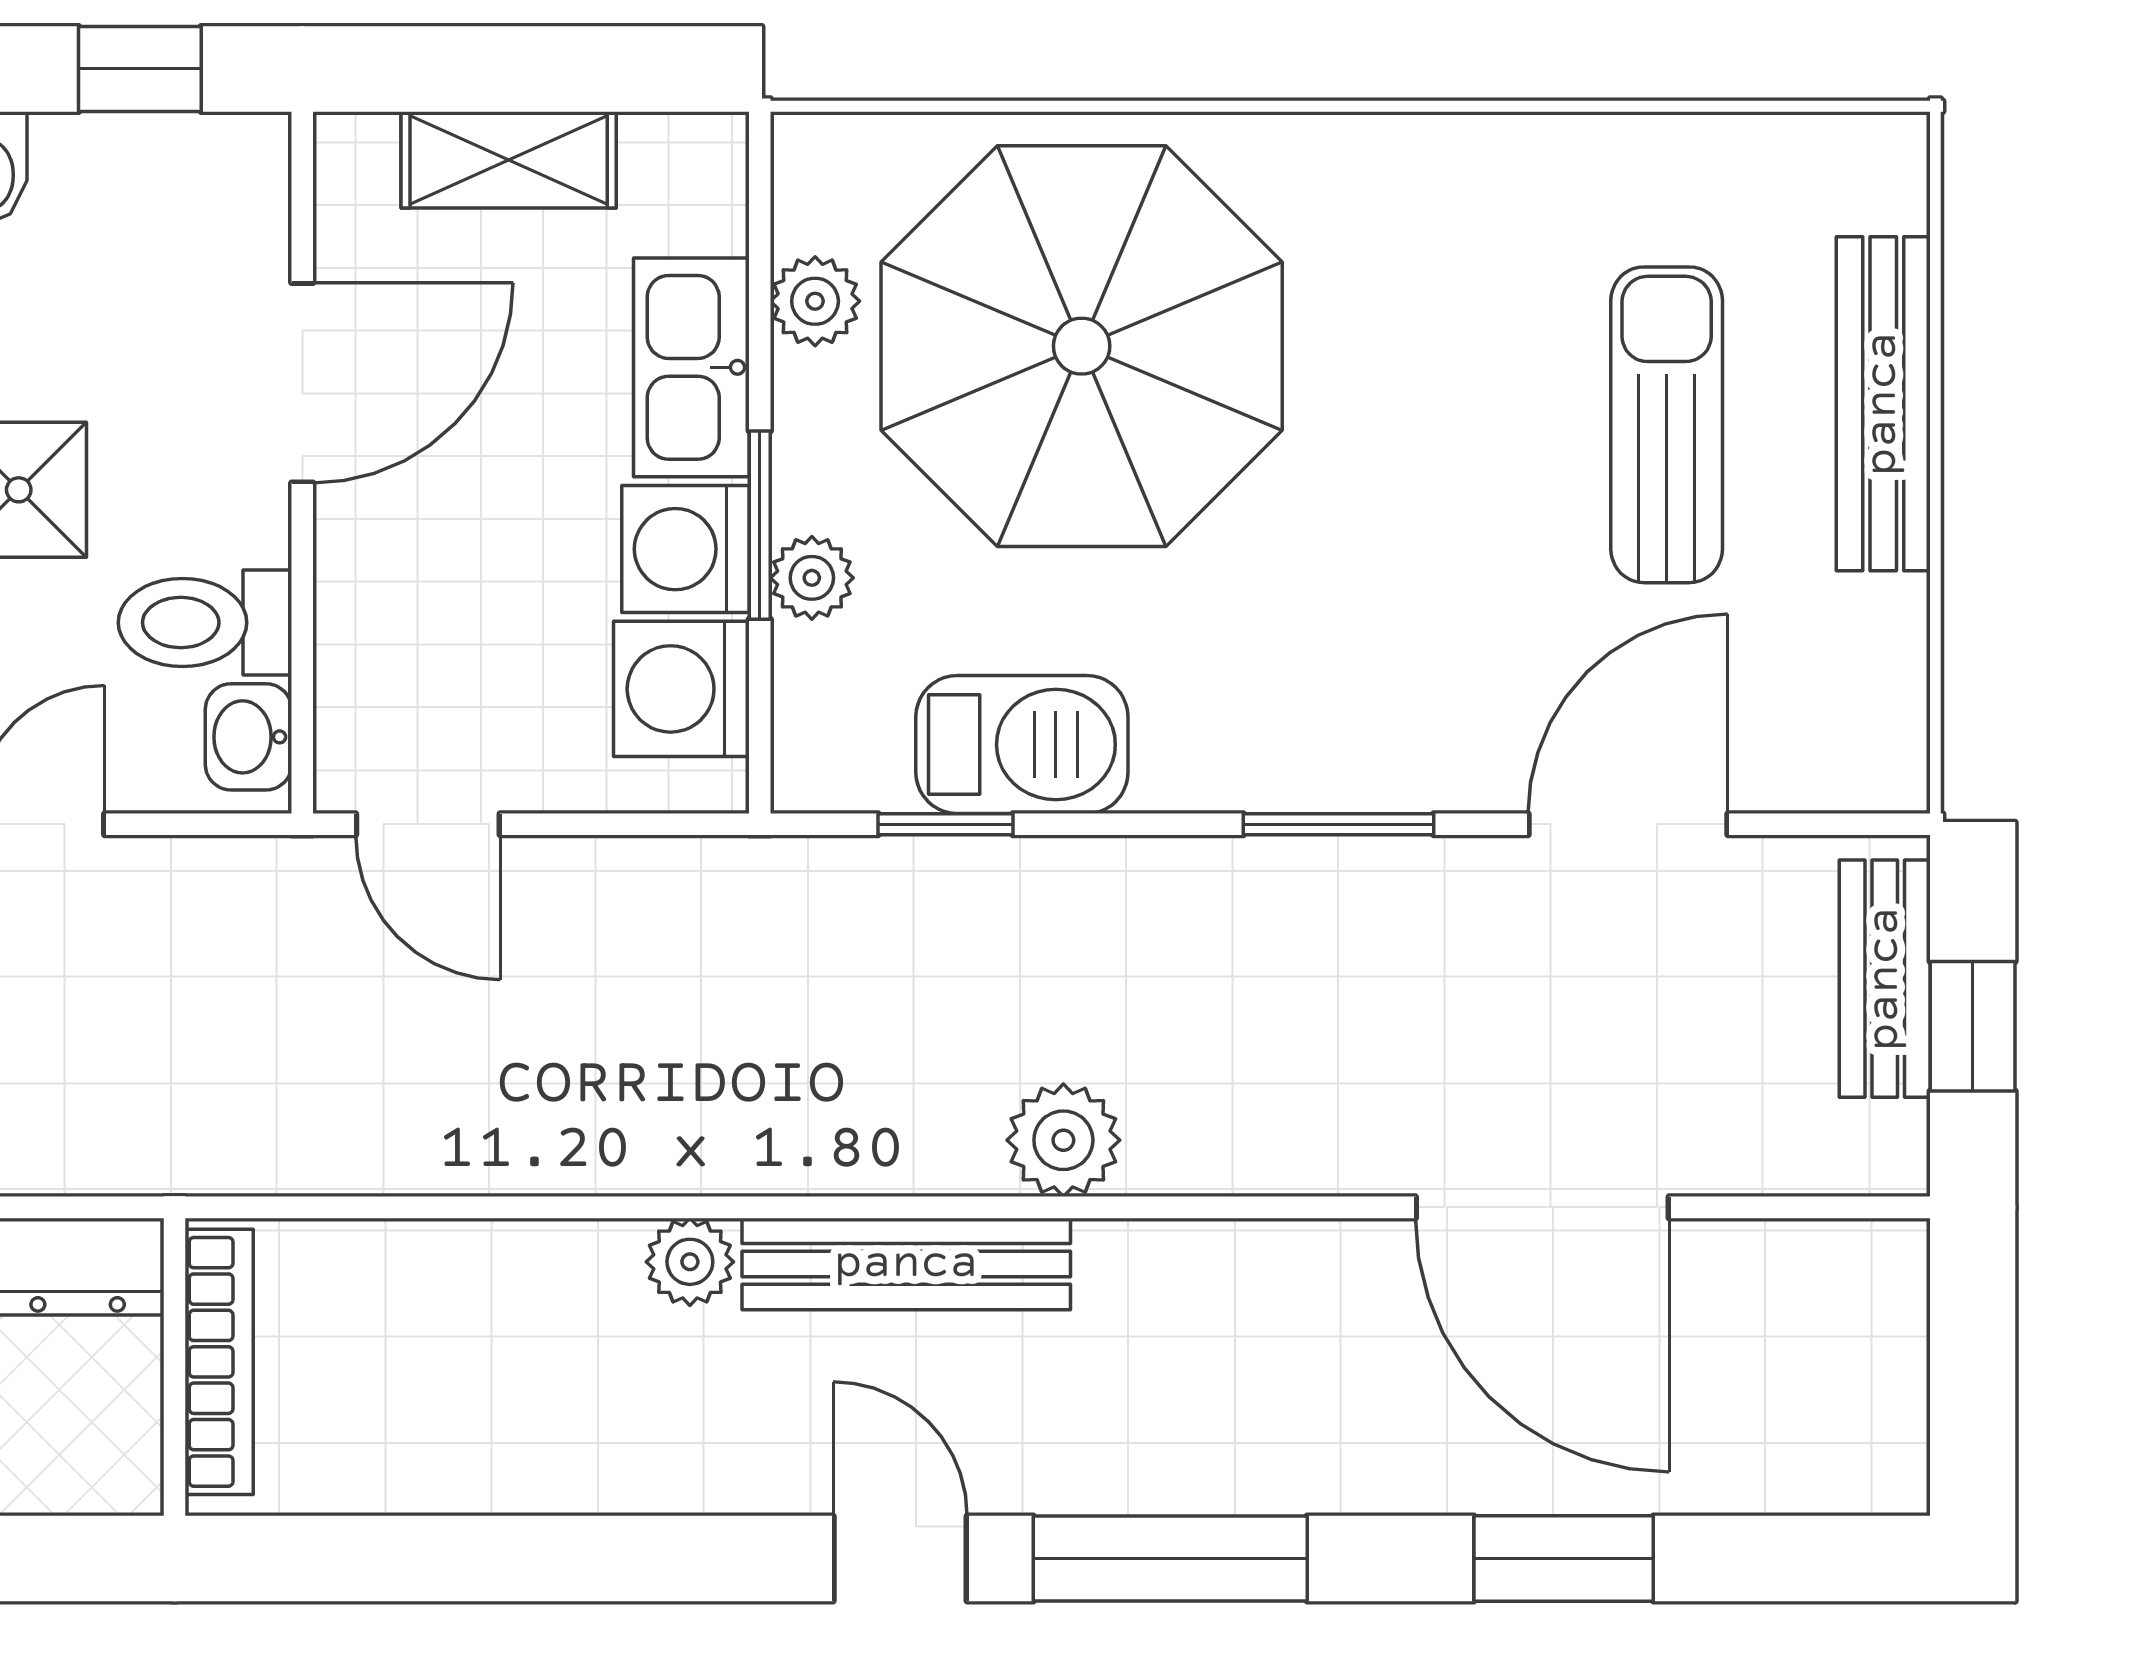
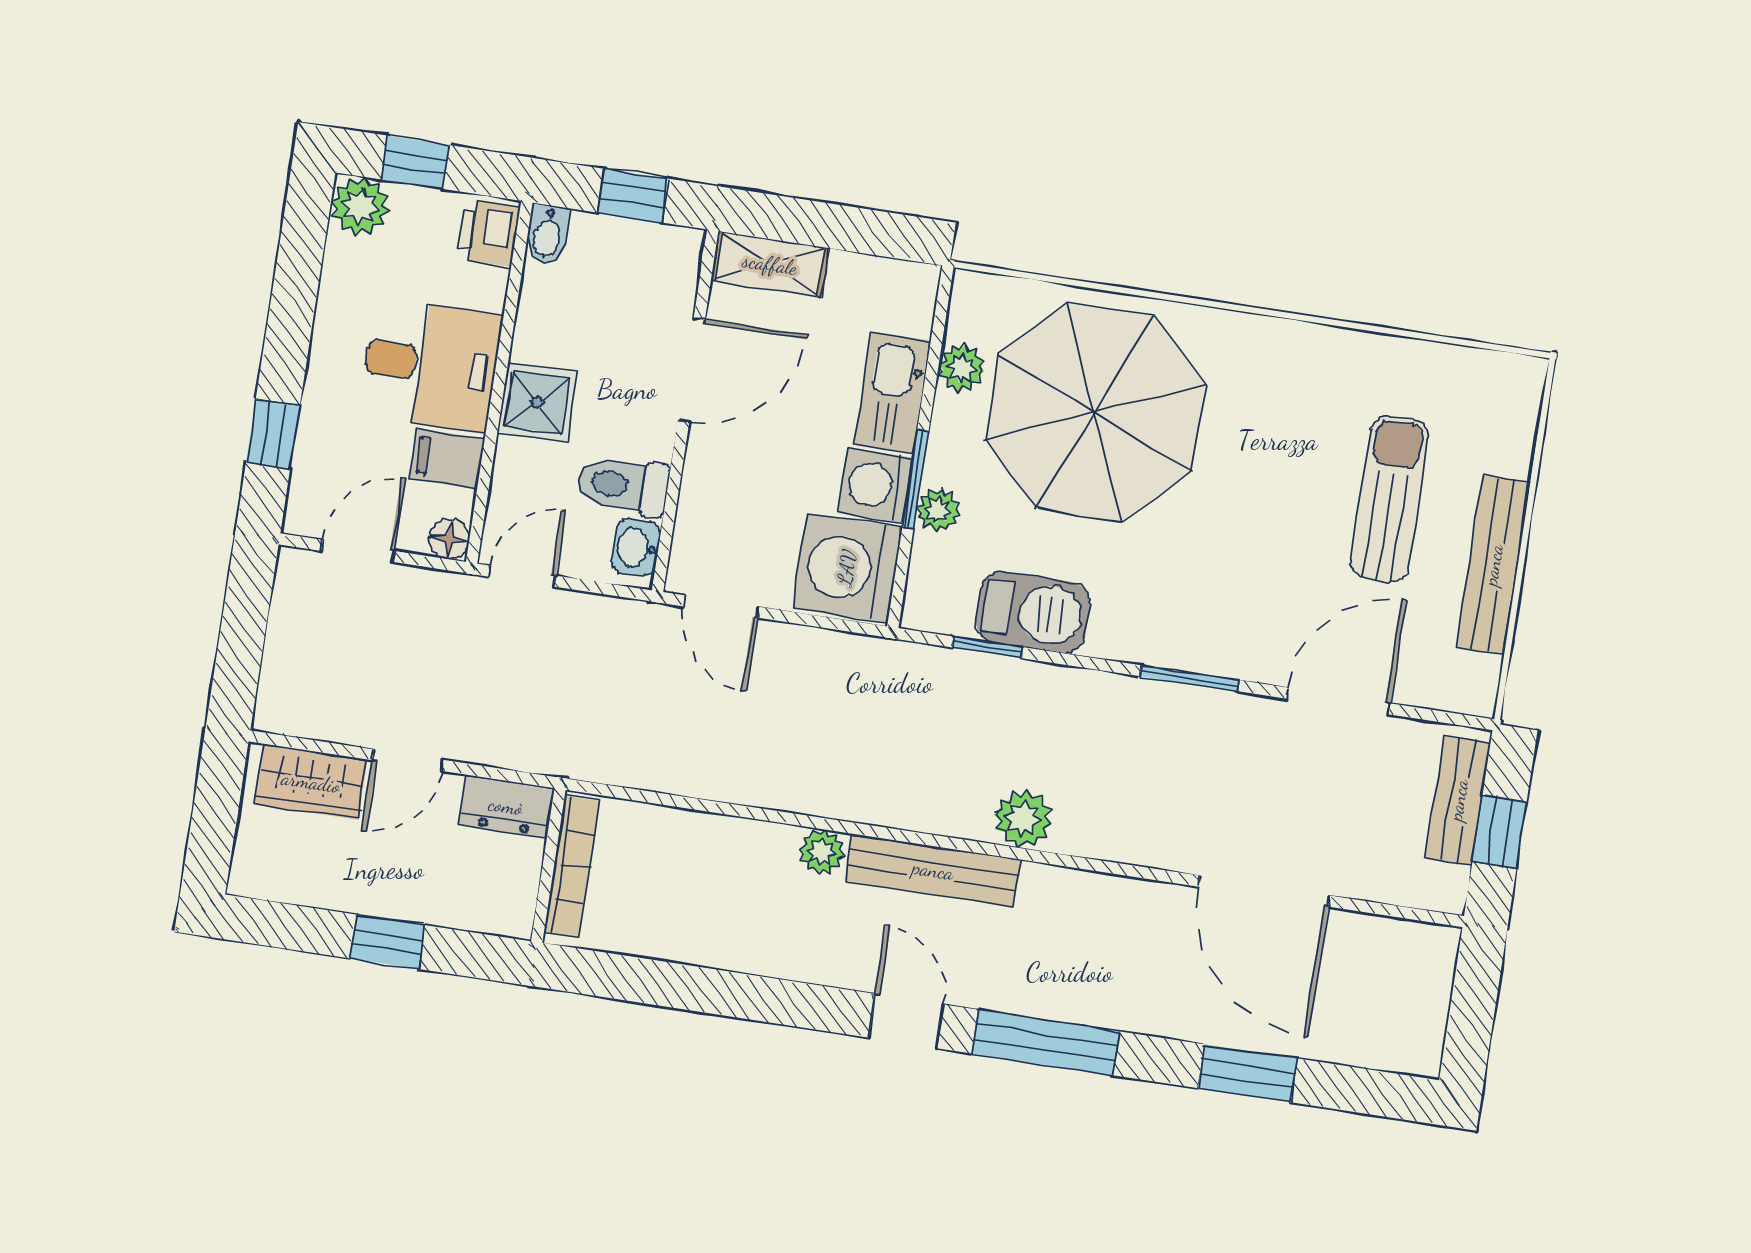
shelving: (509, 160) -> (770, 264), moved
bench: (1883, 404) -> (1493, 565), moved
washing machine: (681, 689) -> (847, 568), width x1.37, depth x1.37

